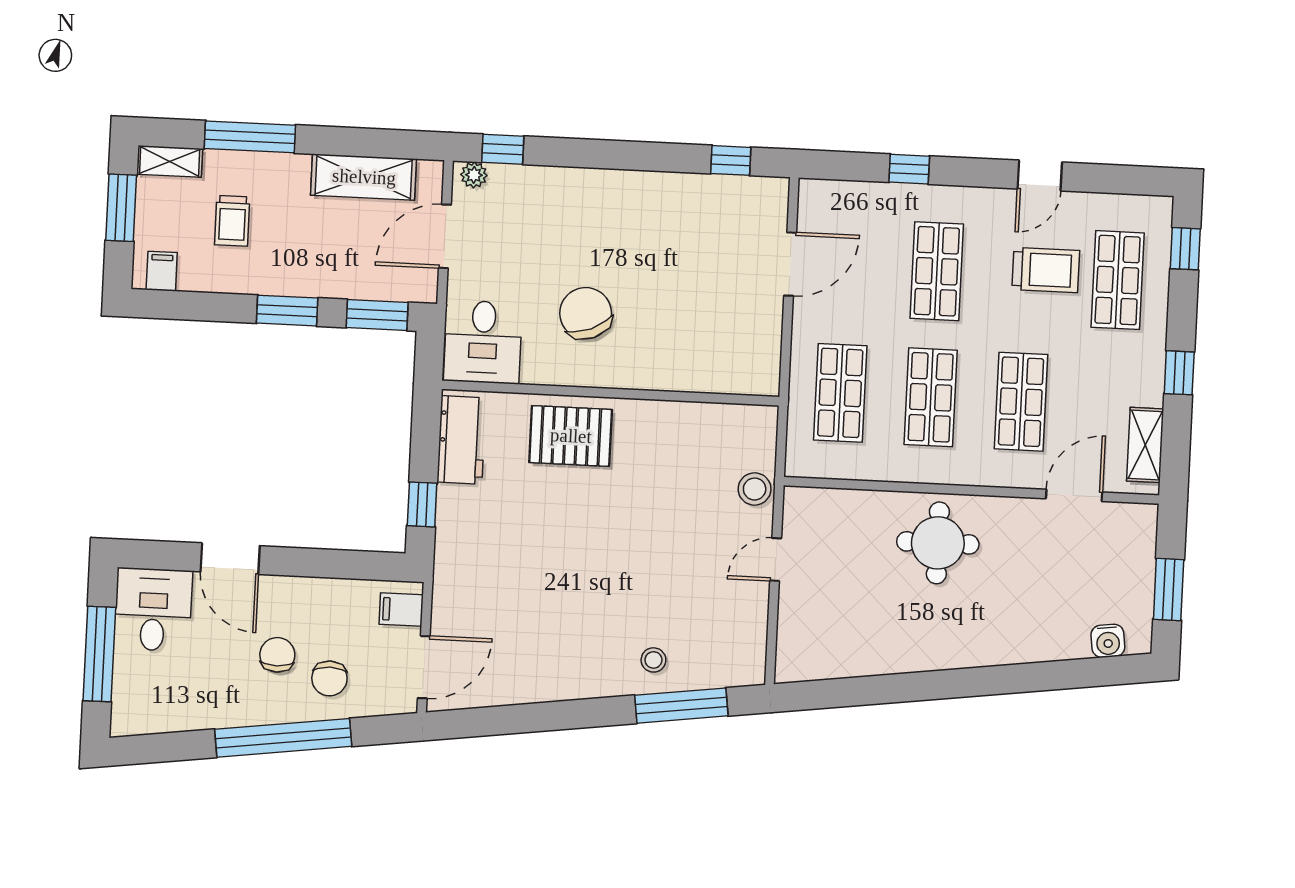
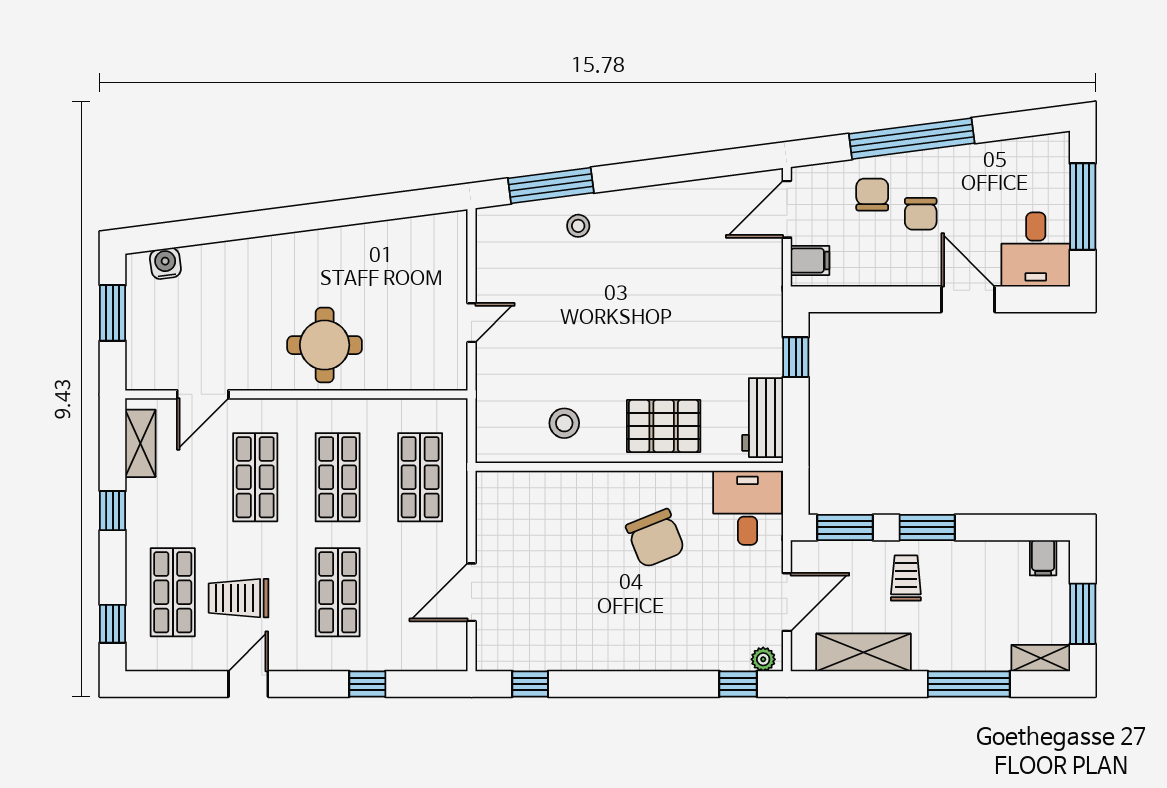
trolley: (232, 221) -> (906, 578), moved
stool: (755, 489) -> (564, 423), moved

